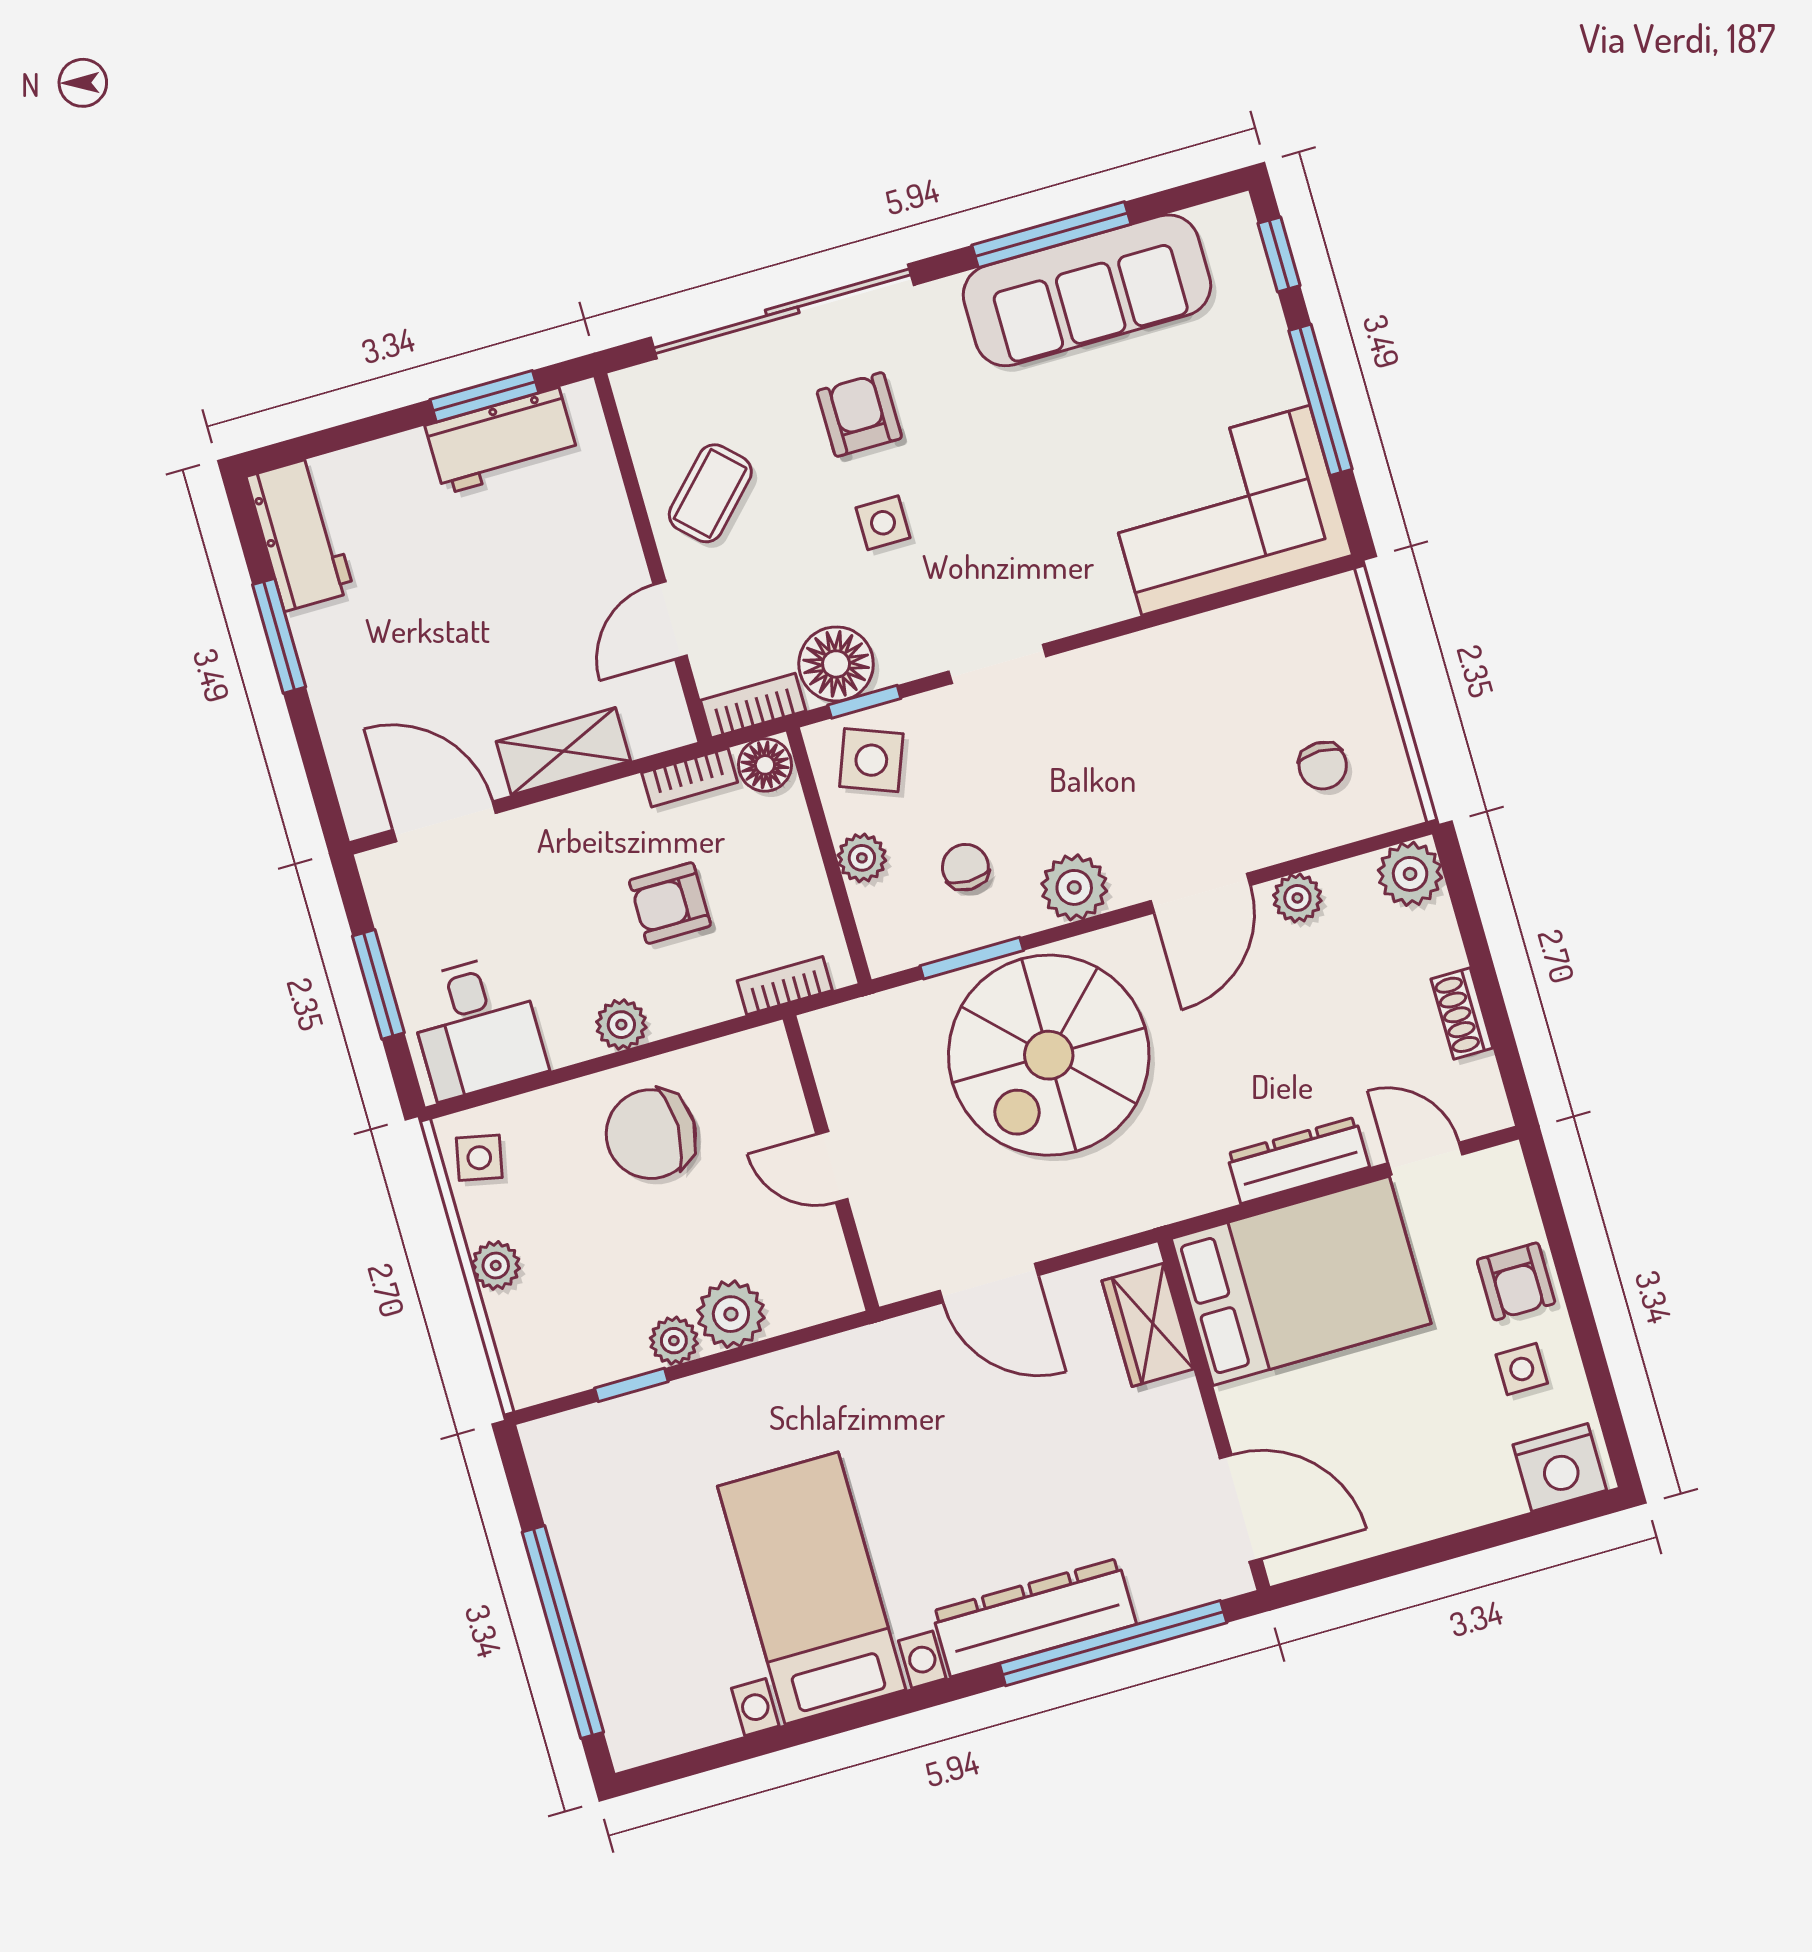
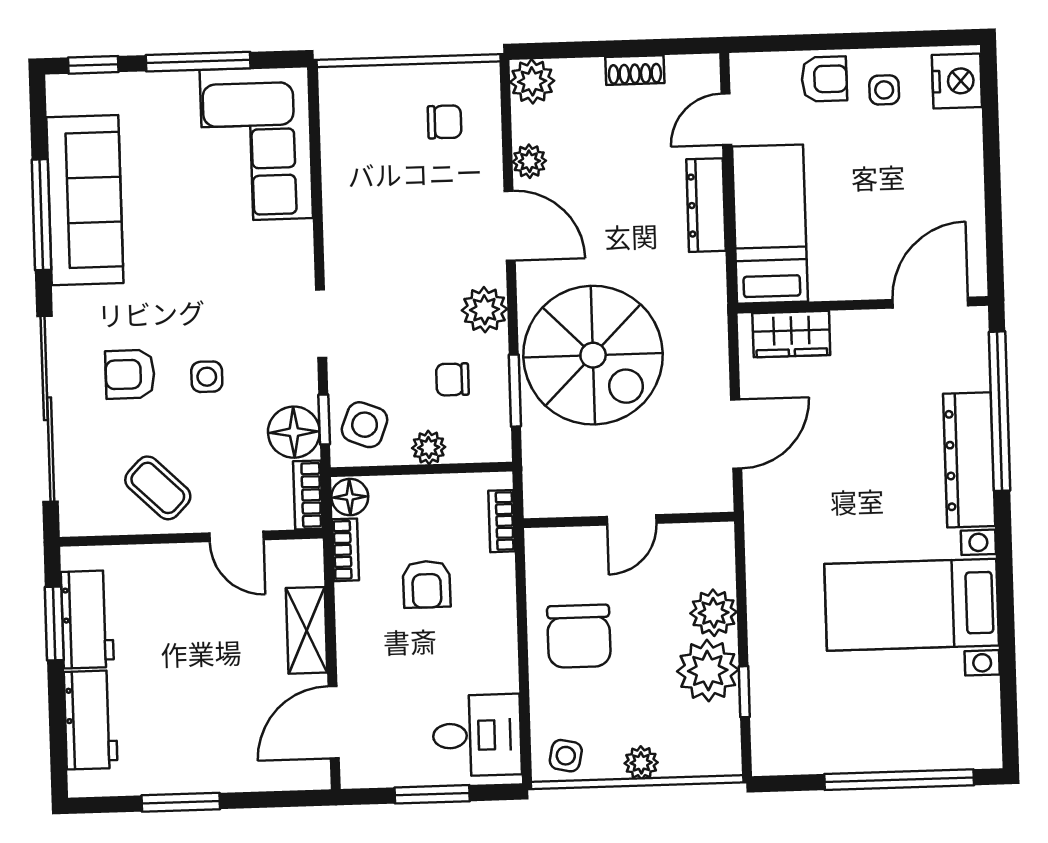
workbench: (300, 534) -> (91, 720), moved, turned 90
plant: (621, 1025) -> (500, 638), removed
bed: (1301, 1281) -> (770, 224), width x0.67
plant: (674, 1341) -> (708, 671), width x1.88, depth x1.88

